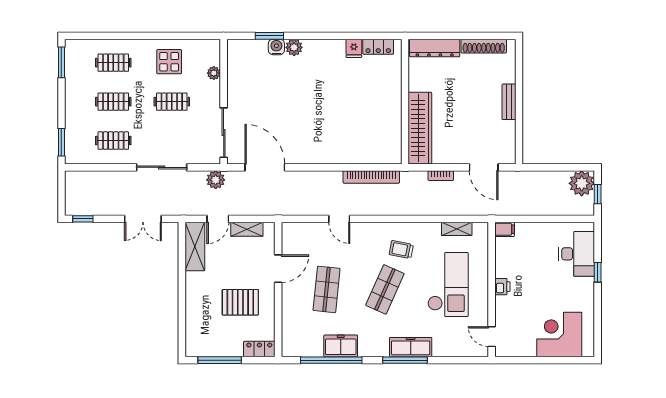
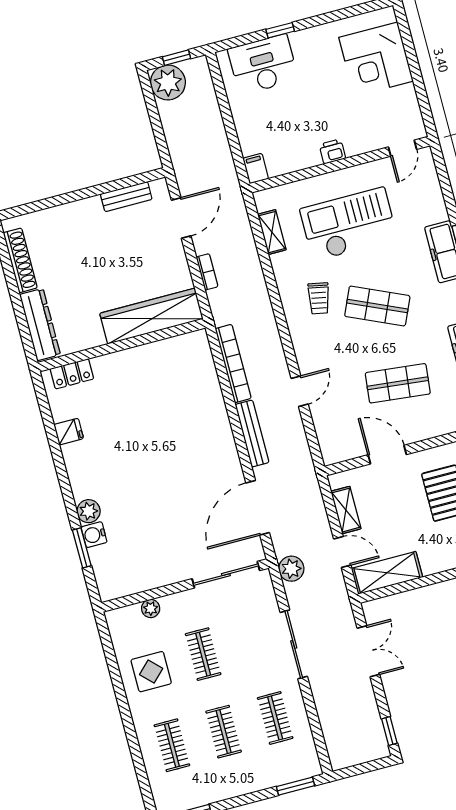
locker: (378, 47) -> (72, 374), moved, turned 90
bench: (509, 102) -> (126, 197), moved
bench: (318, 177) -> (252, 434), added

